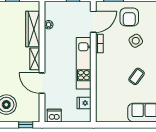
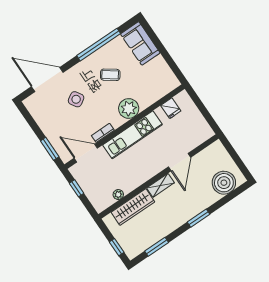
armchair: (129, 17) -> (57, 121), removed
plant: (104, 73) -> (129, 108), added
dishwasher: (54, 116) -> (203, 129), removed
window: (26, 125) -> (231, 150), removed

